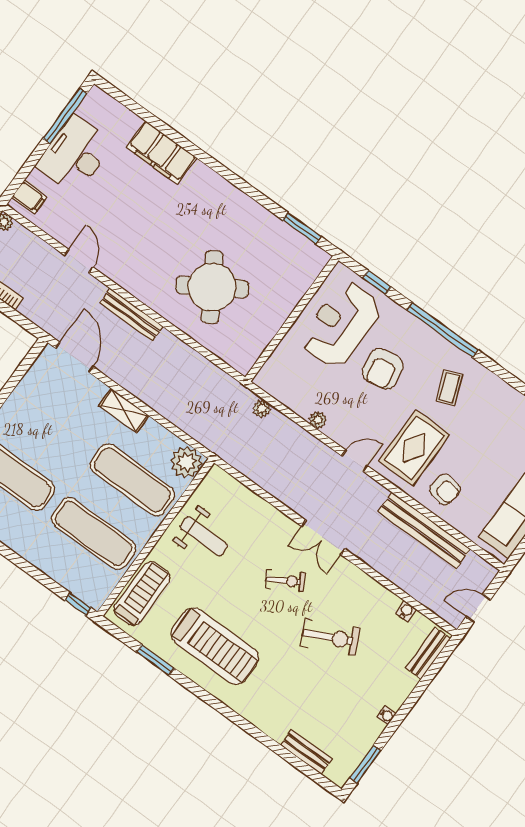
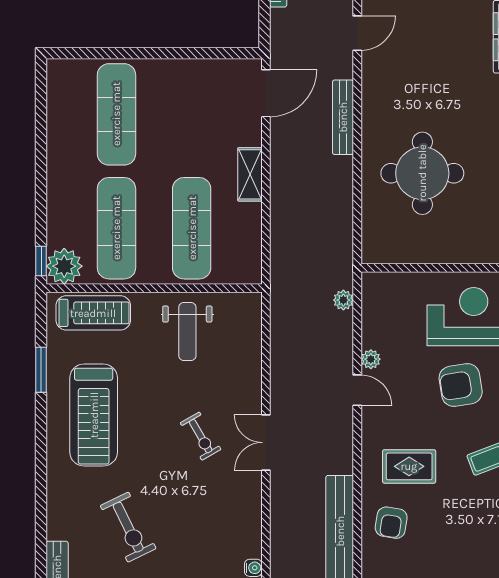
round table: (212, 287) -> (422, 173), turned 32
rug: (414, 448) -> (409, 466), width x0.73, depth x0.70
door: (355, 461) -> (357, 390), moved
plant: (186, 462) -> (64, 266), moved
exercise bike: (330, 637) -> (128, 527), moved

